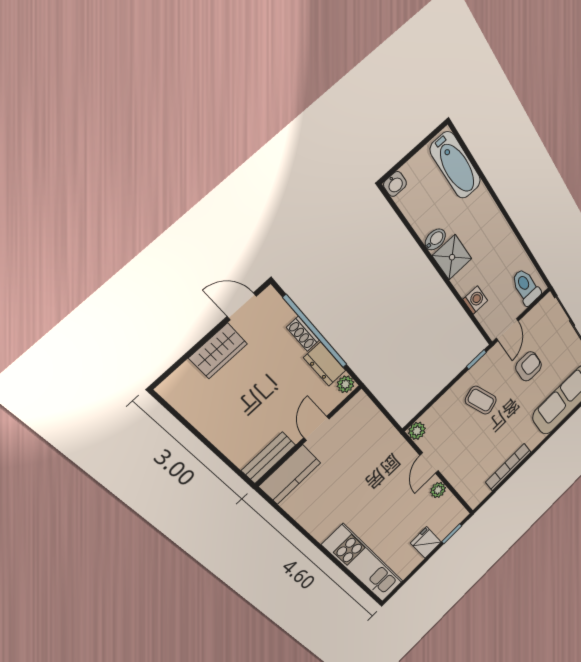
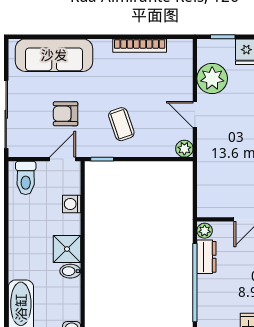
shoe rack: (303, 334) -> (203, 289), removed
door: (429, 463) -> (195, 114), swing flipped
plant: (438, 490) -> (212, 78), width x1.88, depth x1.88

